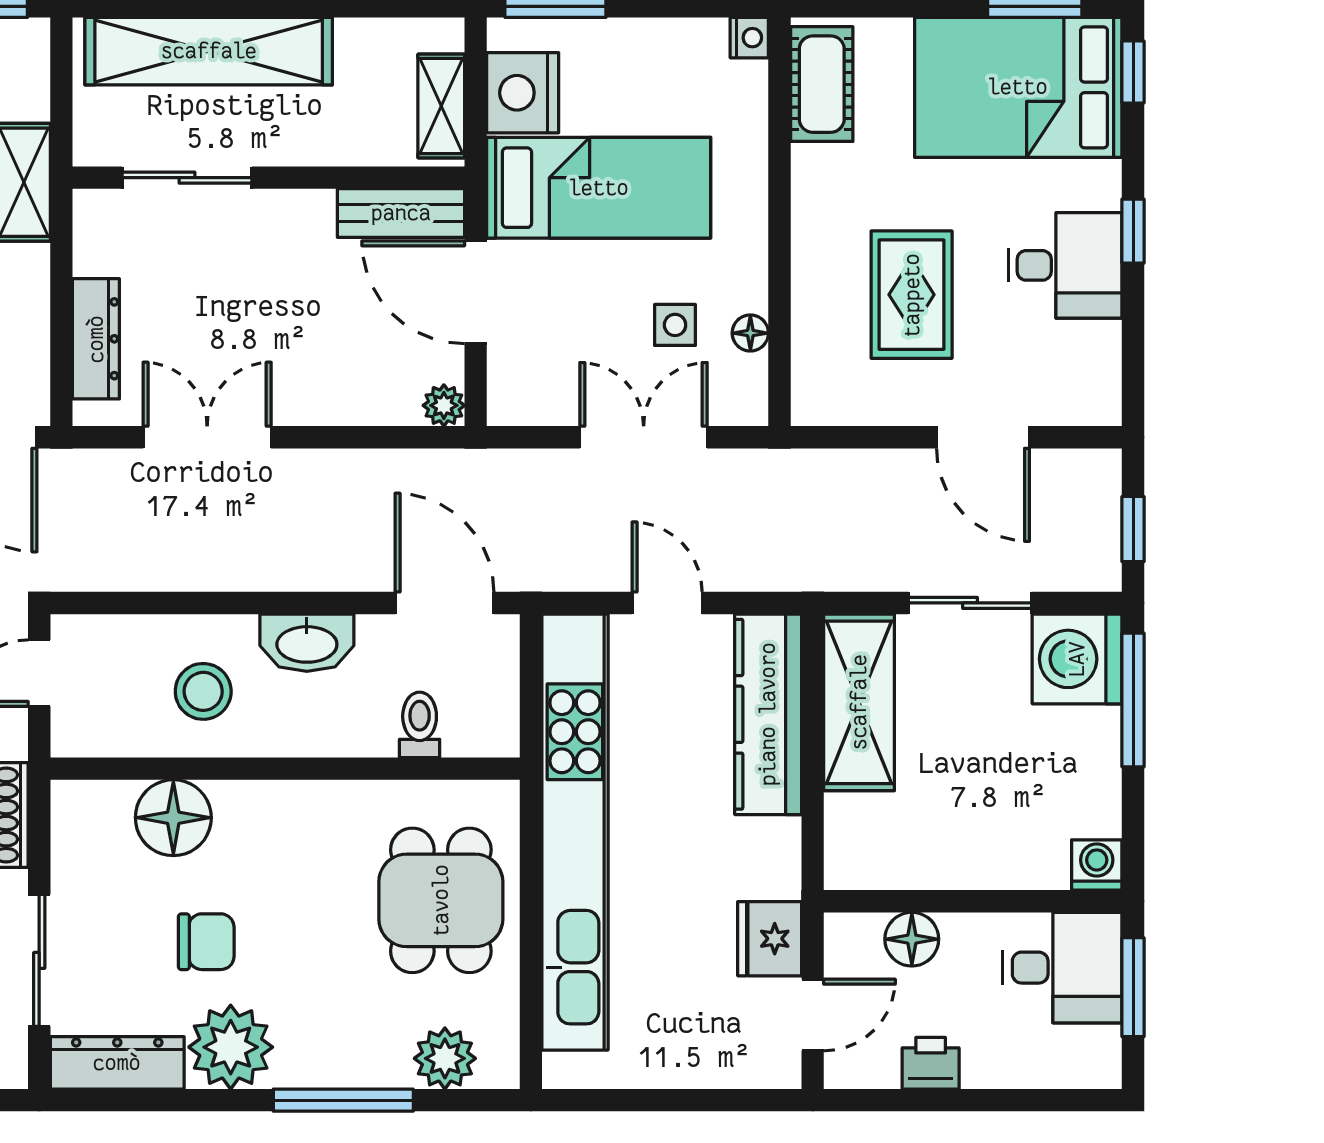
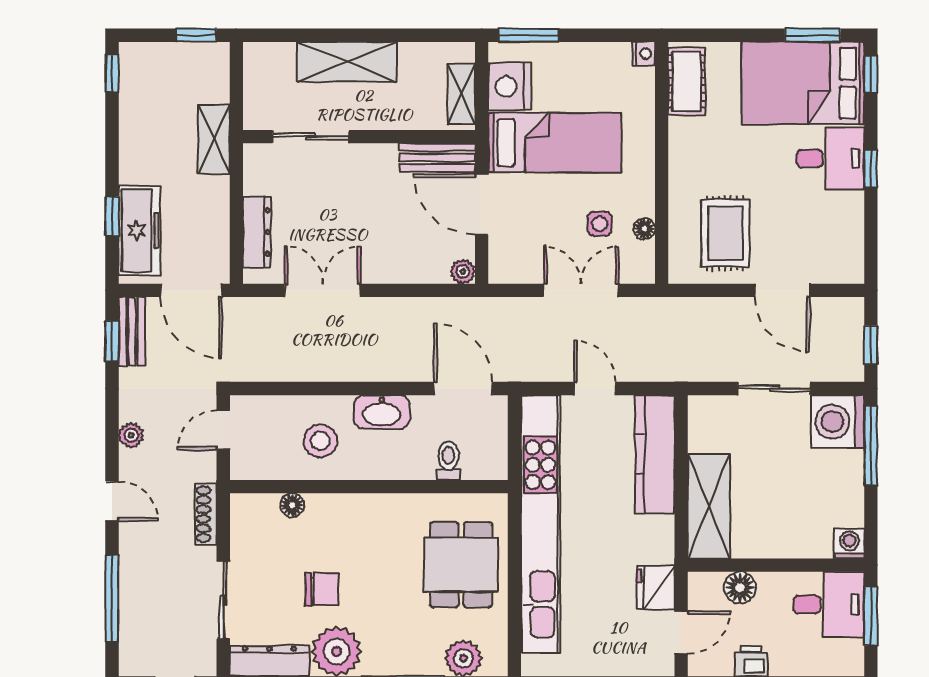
shelving: (209, 51) -> (347, 62), width x0.68
desk: (1065, 265) -> (831, 159), moved
rug: (912, 295) -> (725, 233), moved
shelving: (859, 702) -> (709, 506), moved
floor lamp: (173, 818) -> (292, 505), width x0.53, depth x0.53

